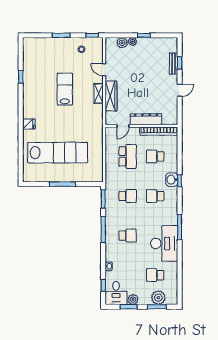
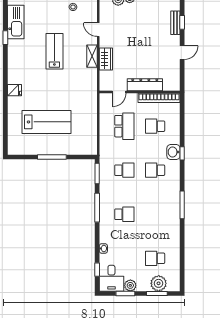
kitchen sink: (30, 63) -> (16, 22), added
wardrobe: (111, 96) -> (106, 59), width x0.67
lab bench: (58, 153) -> (46, 122), width x0.73
desk: (164, 243) -> (165, 223), removed

